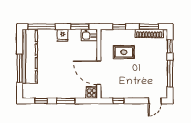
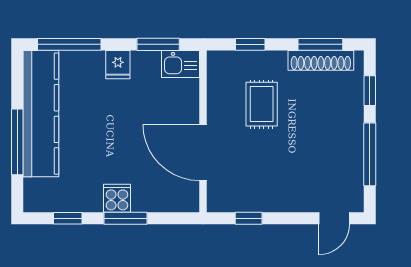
rug: (124, 52) -> (262, 104), turned 90
cooker: (92, 92) -> (117, 198), moved

